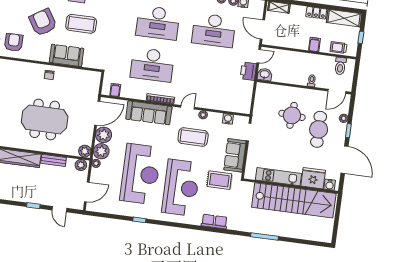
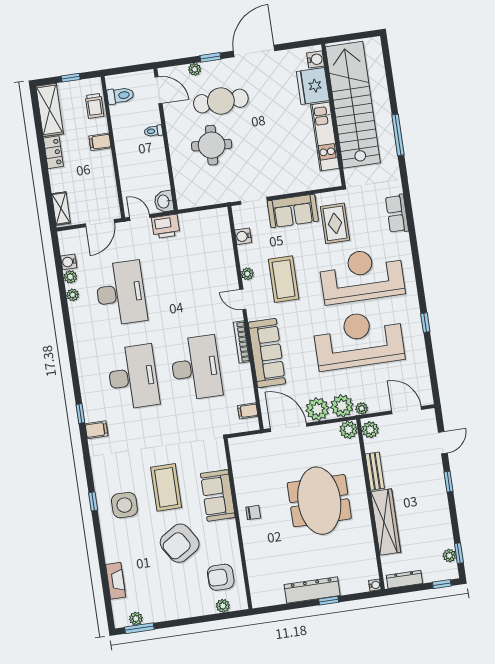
kitchen unit: (279, 177) -> (325, 136), moved
fridge: (313, 178) -> (313, 86), moved
water cooler: (330, 185) -> (315, 59), moved
wall: (291, 186) -> (333, 115), moved
stairs: (294, 200) -> (353, 105), moved

